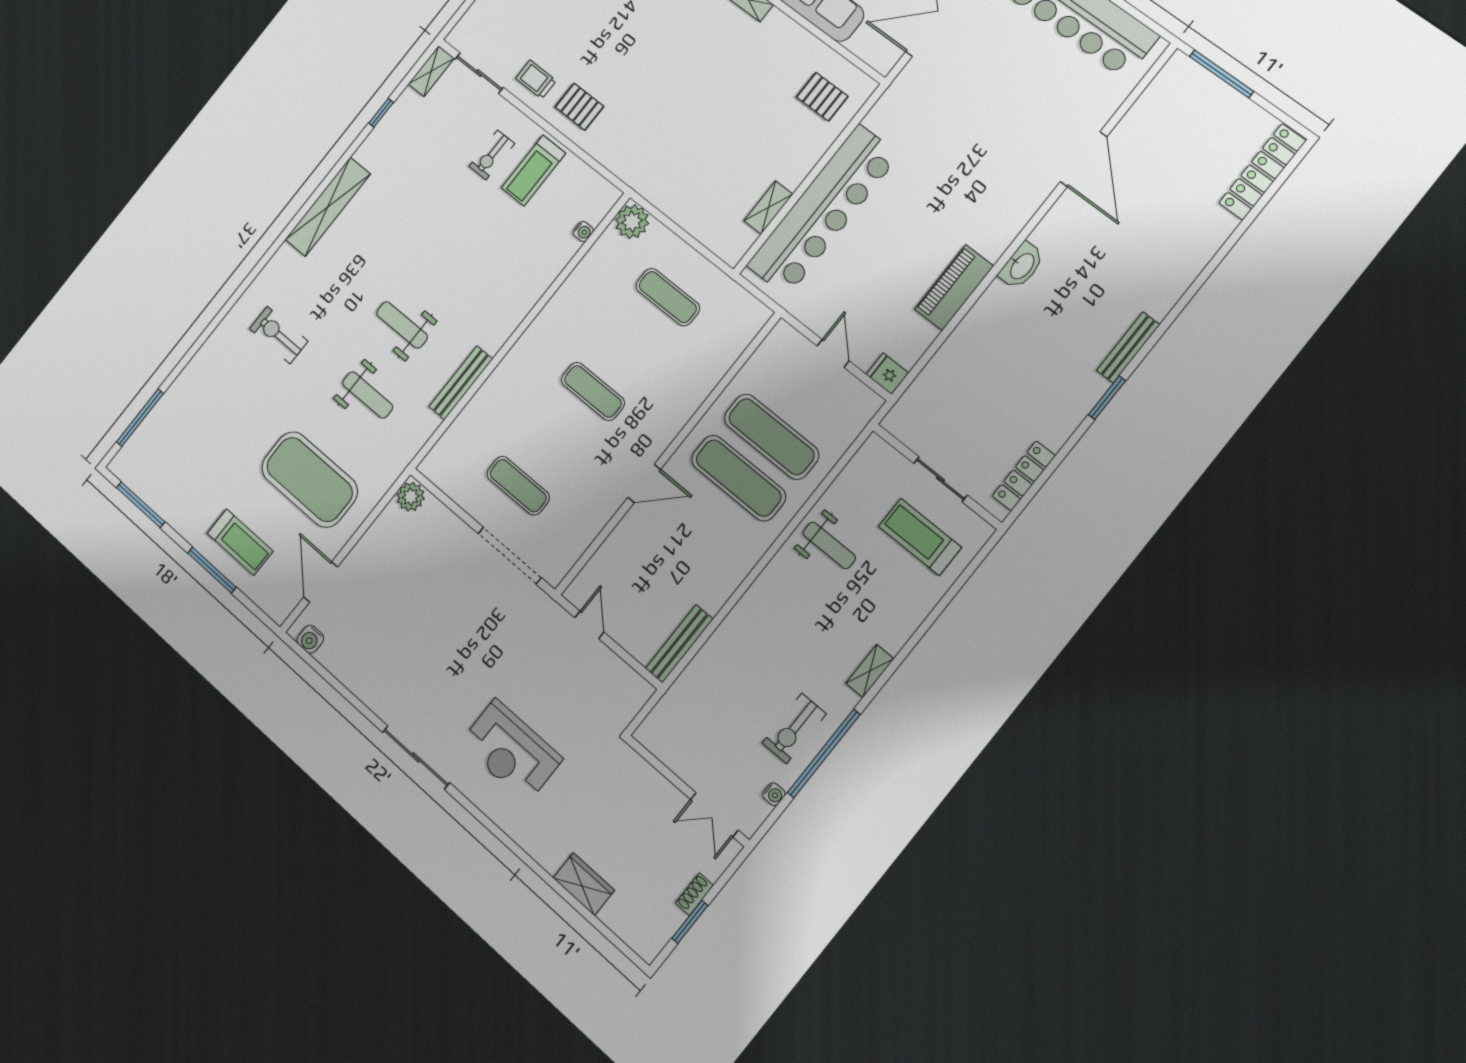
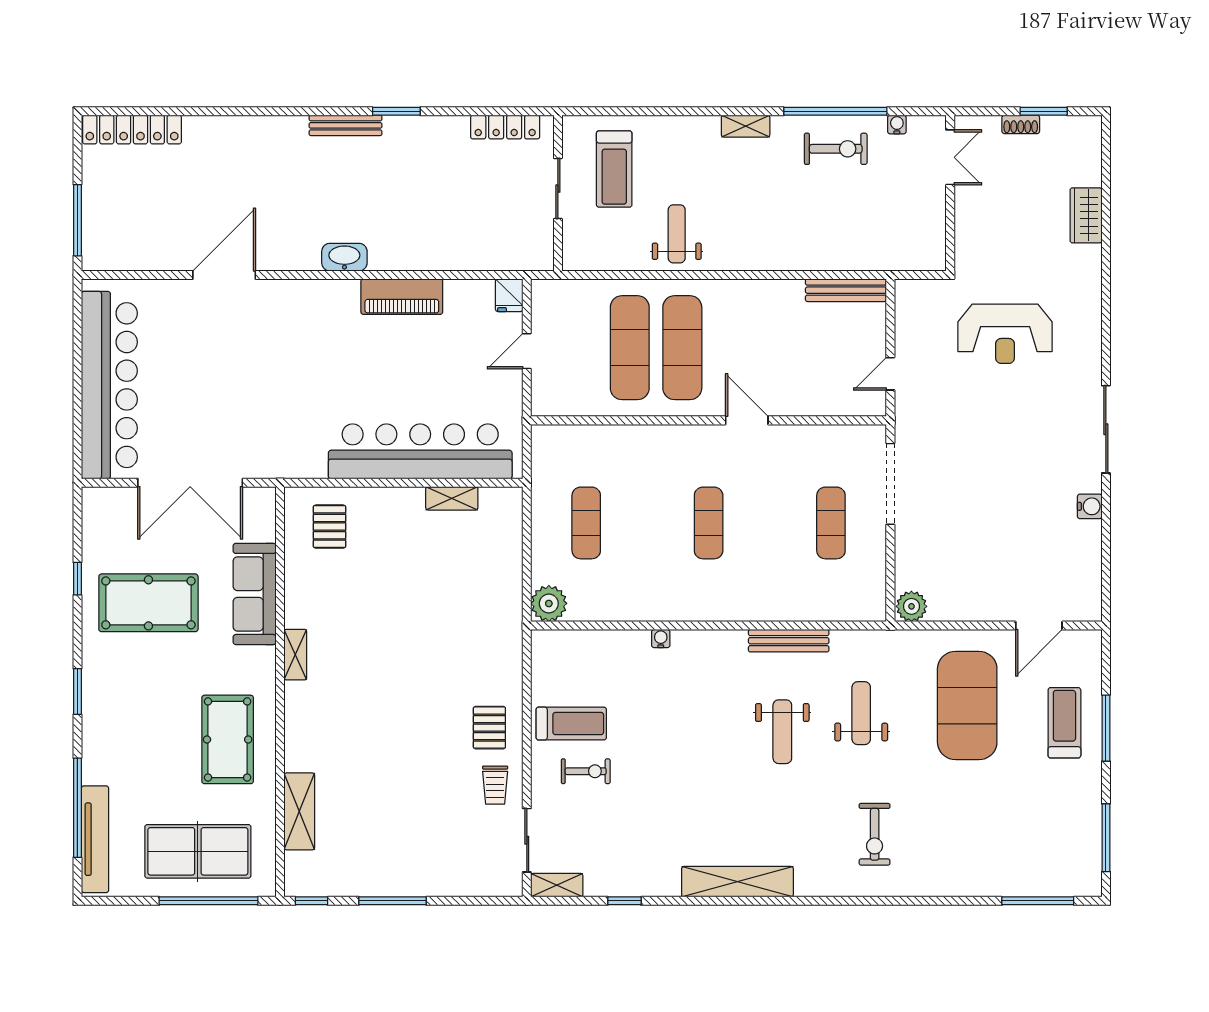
water cooler: (583, 231) -> (661, 639), moved
water cooler: (310, 639) -> (1090, 506), moved
reception desk: (511, 751) -> (1005, 334), moved, turned 90

